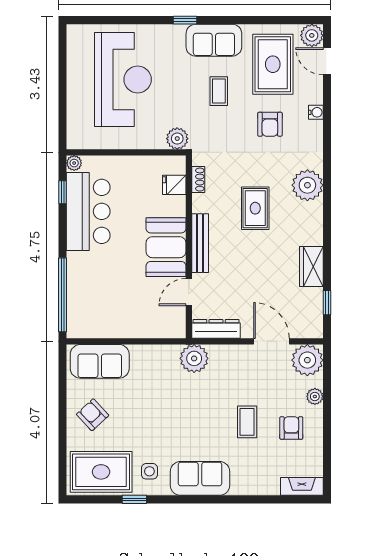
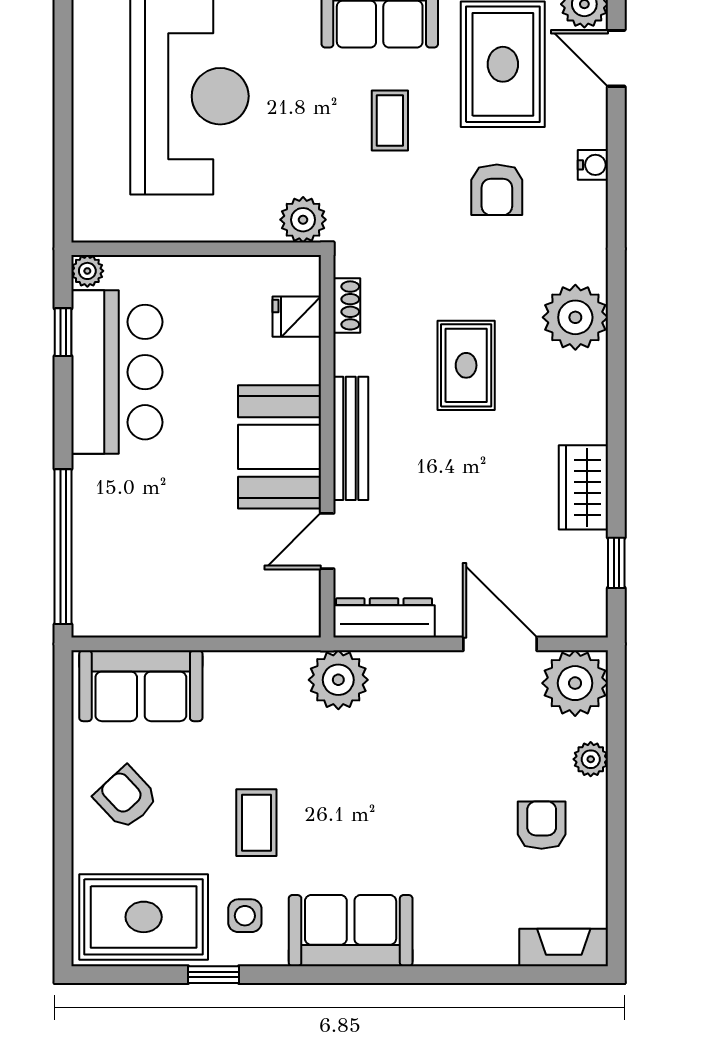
coffee table: (247, 422) -> (256, 823), moved

